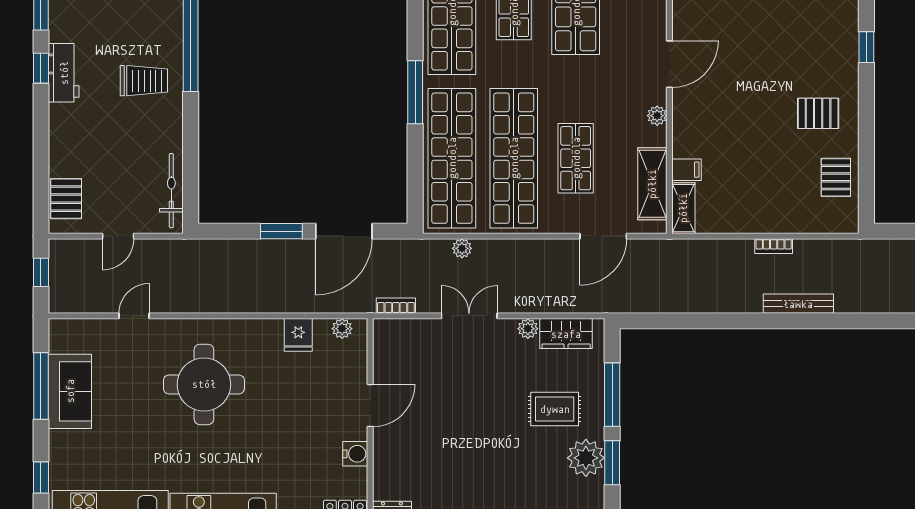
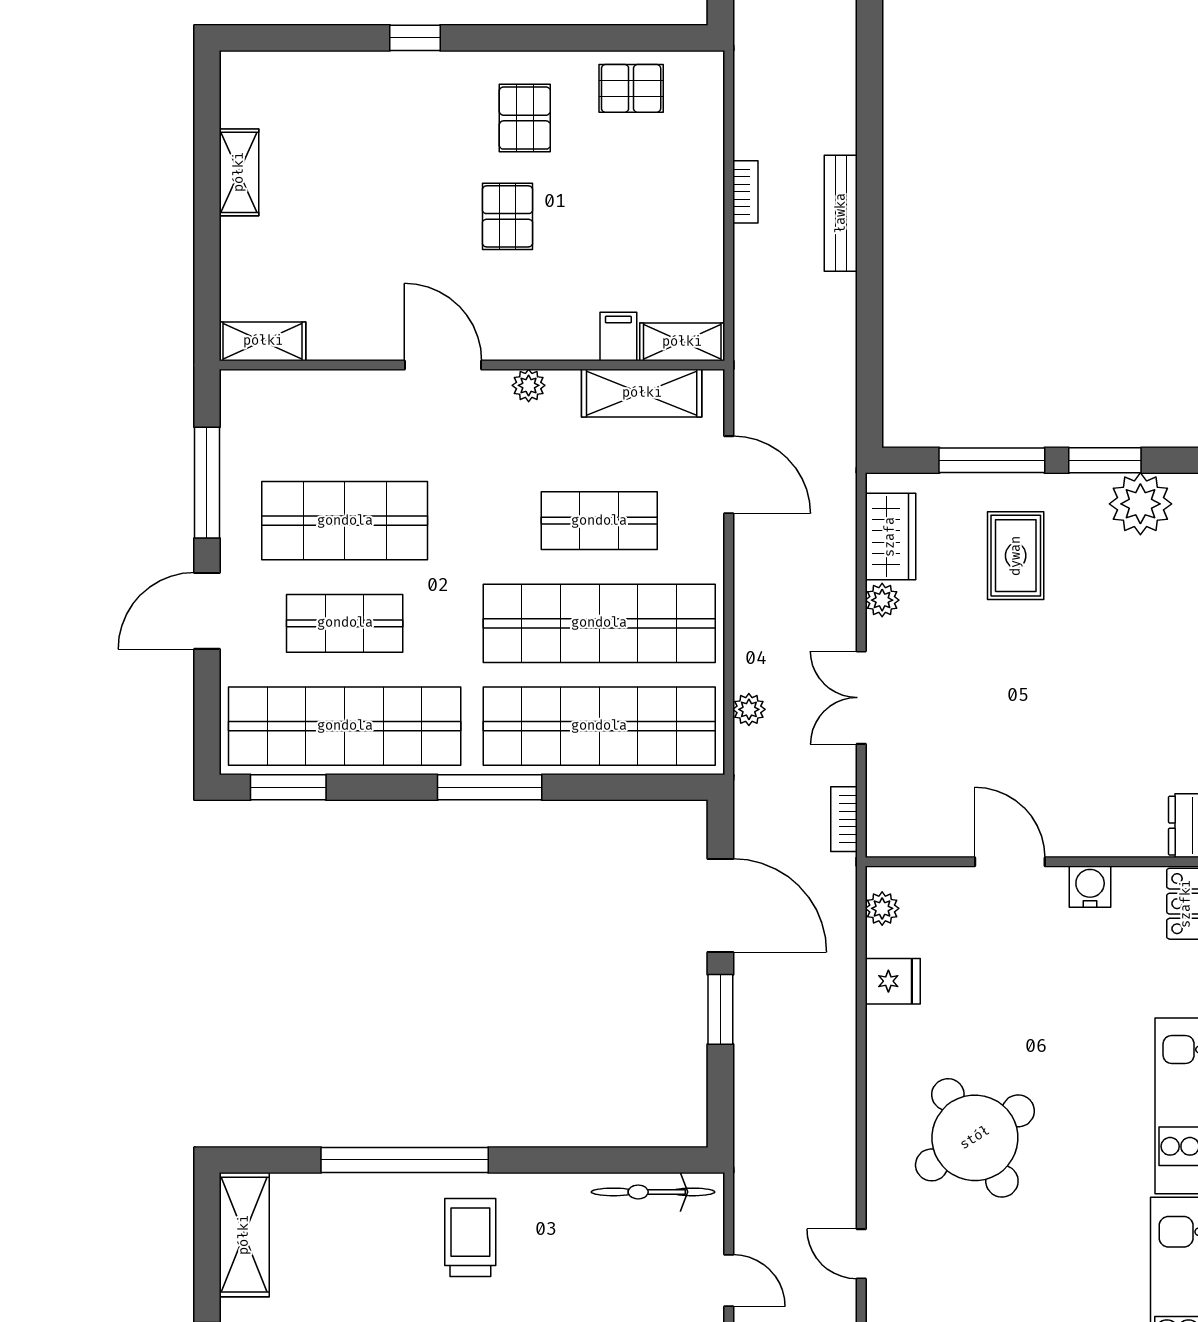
pallet: (759, 103) -> (508, 216), added
bench: (798, 304) -> (841, 213), moved
round table: (204, 384) -> (975, 1138), turned -32
plant: (586, 458) -> (1140, 504), moved

